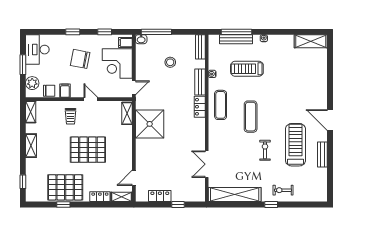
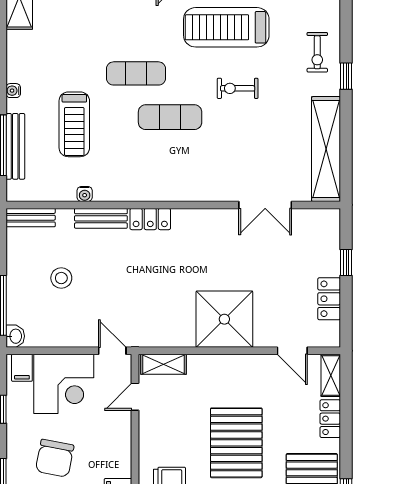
door: (91, 99) -> (135, 397), moved
exercise mat: (221, 105) -> (136, 73), moved
shower: (150, 124) -> (224, 319), moved

